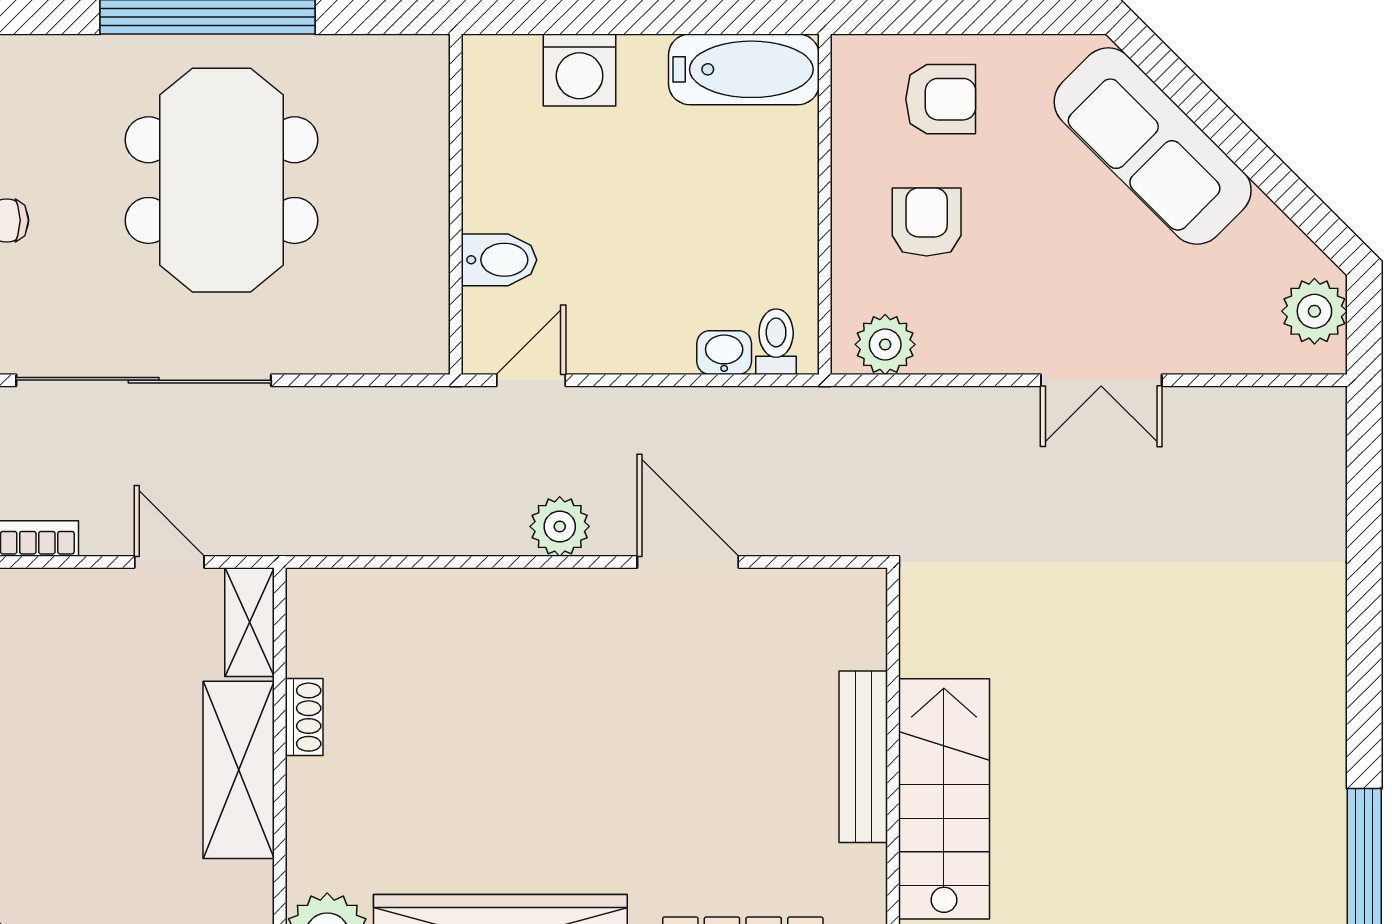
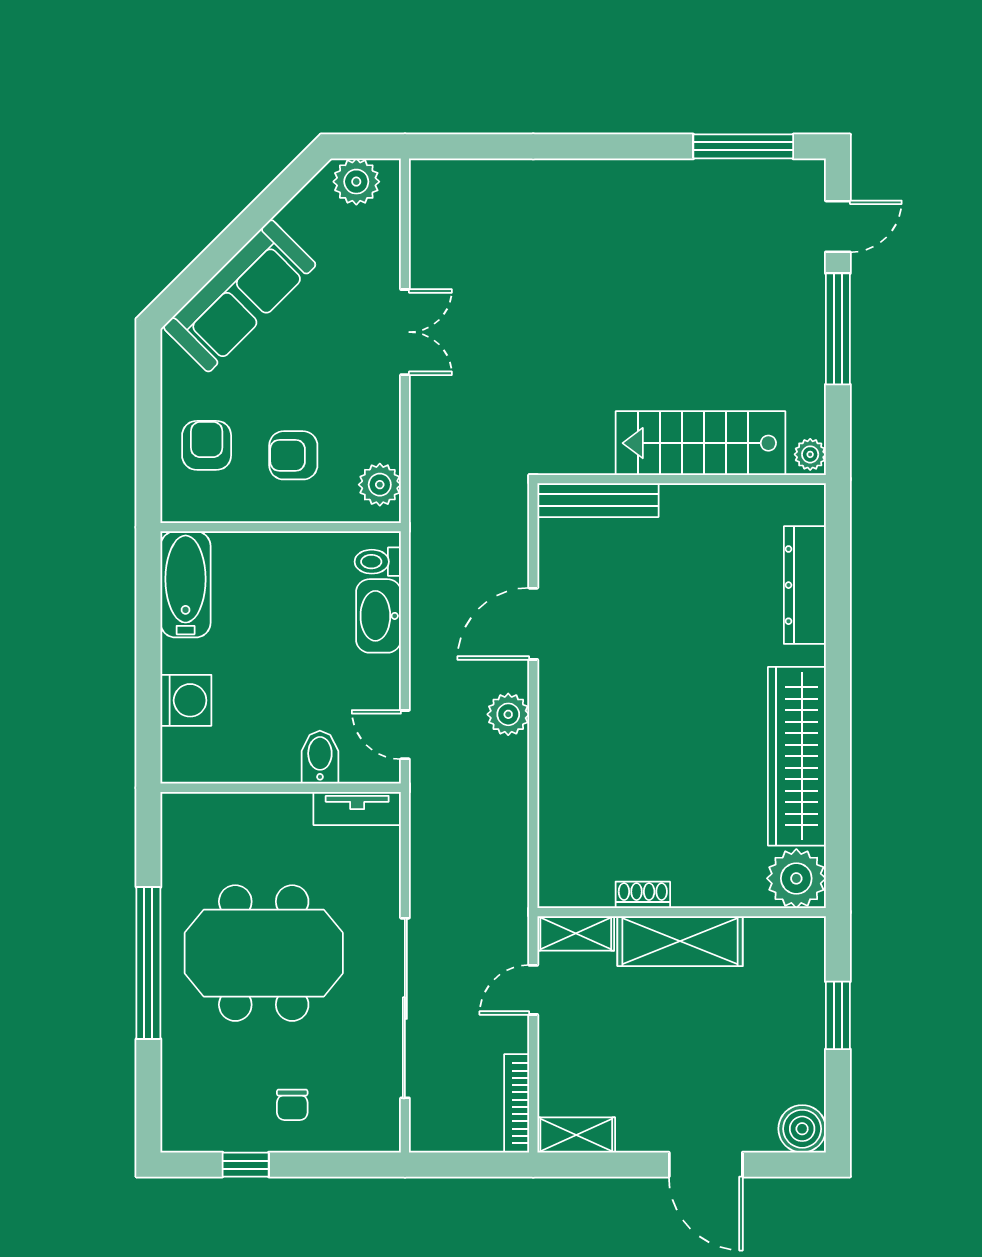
tv unit: (426, 313) -> (357, 808), added
washbasin: (724, 353) -> (378, 616), width x1.91, depth x1.45
bench: (863, 757) -> (598, 500), moved

